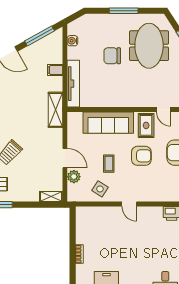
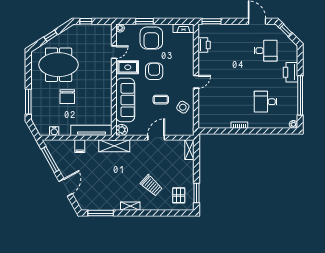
window: (124, 11) -> (28, 102), moved
plant: (74, 177) -> (122, 130), moved

